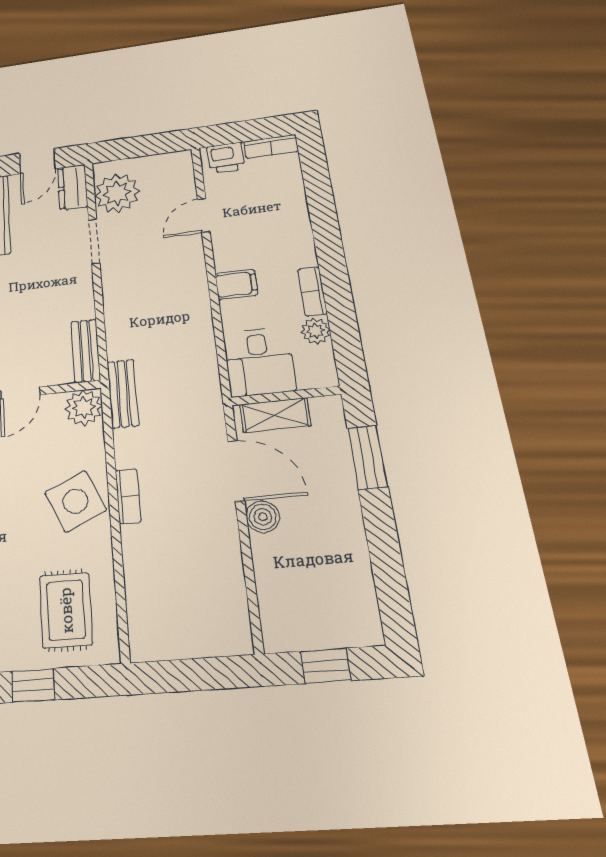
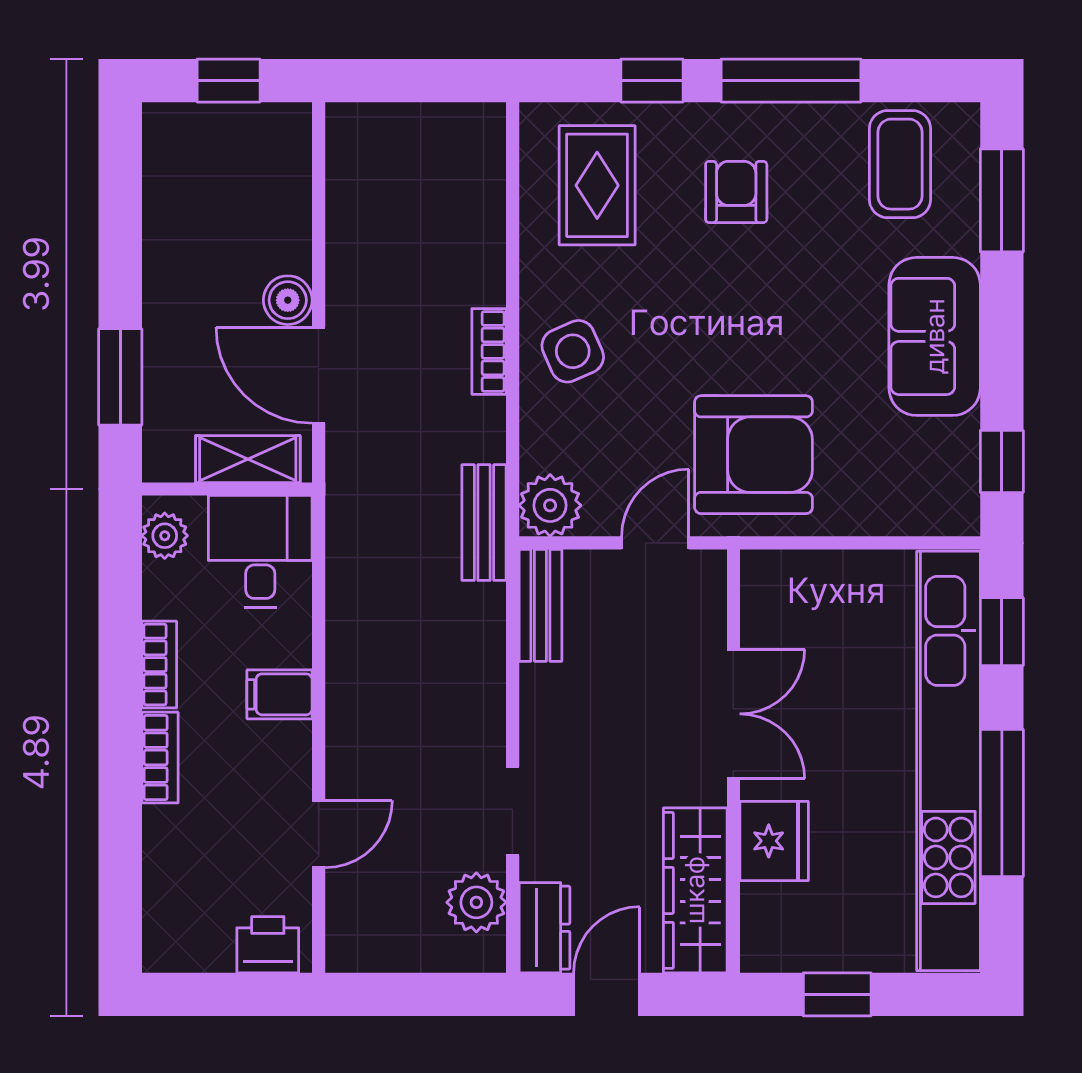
bookcase: (271, 146) -> (160, 758), moved, turned 90
plant: (117, 193) -> (476, 902), width x0.73, depth x0.73
plant: (316, 331) -> (165, 536), moved
side table: (75, 501) -> (573, 351), width x0.73, depth x0.73

